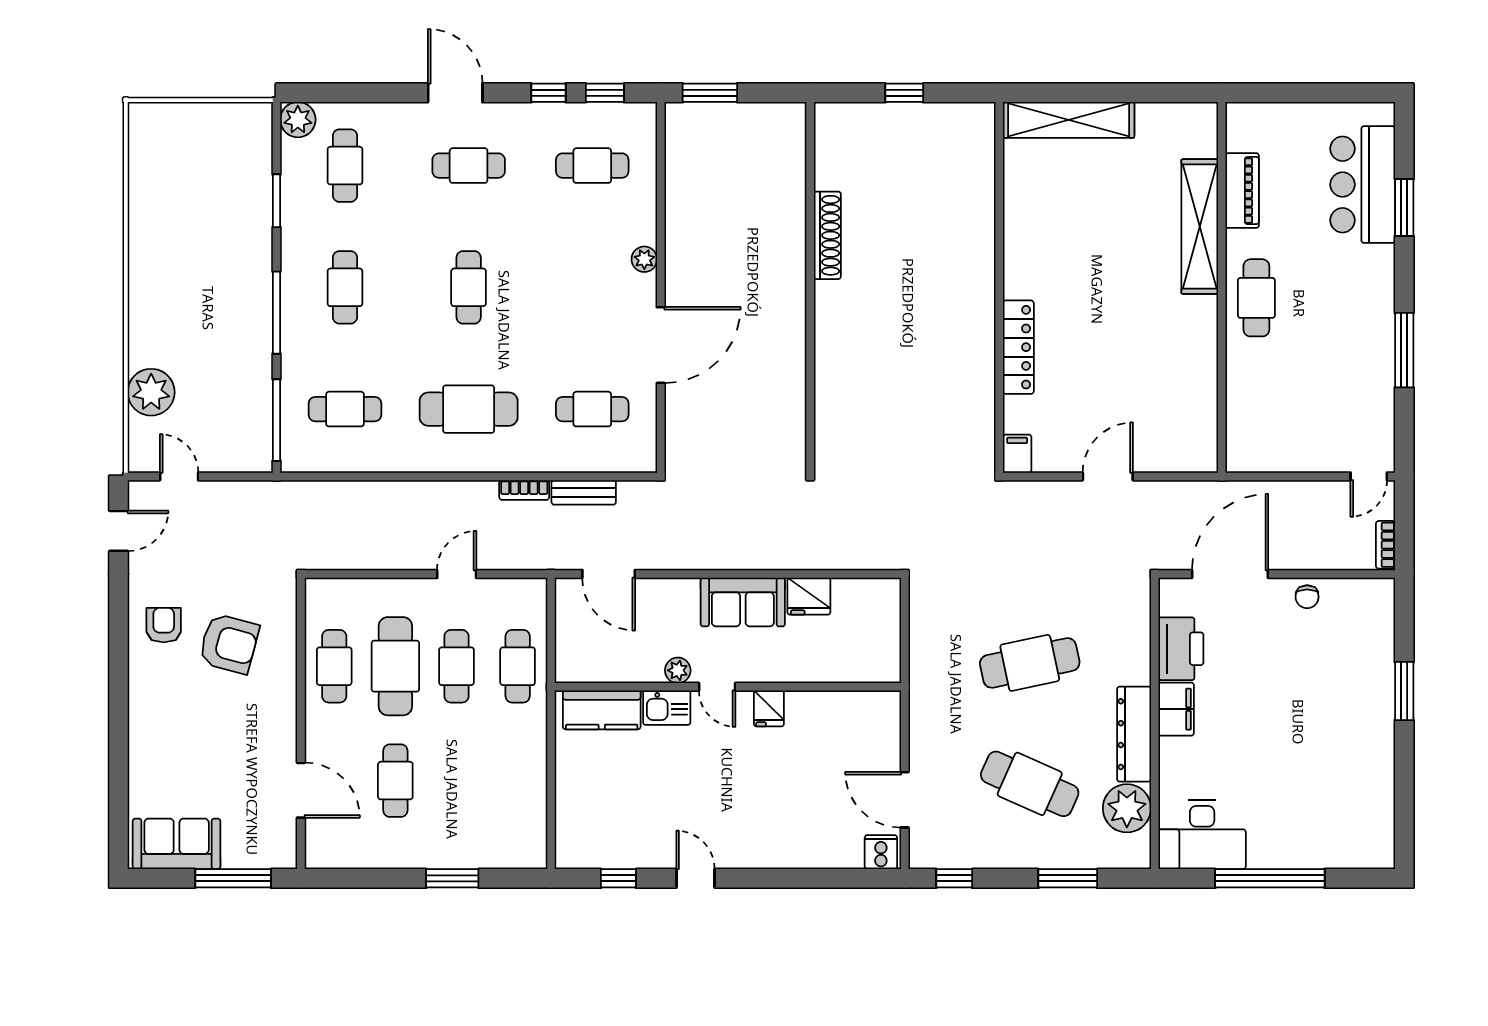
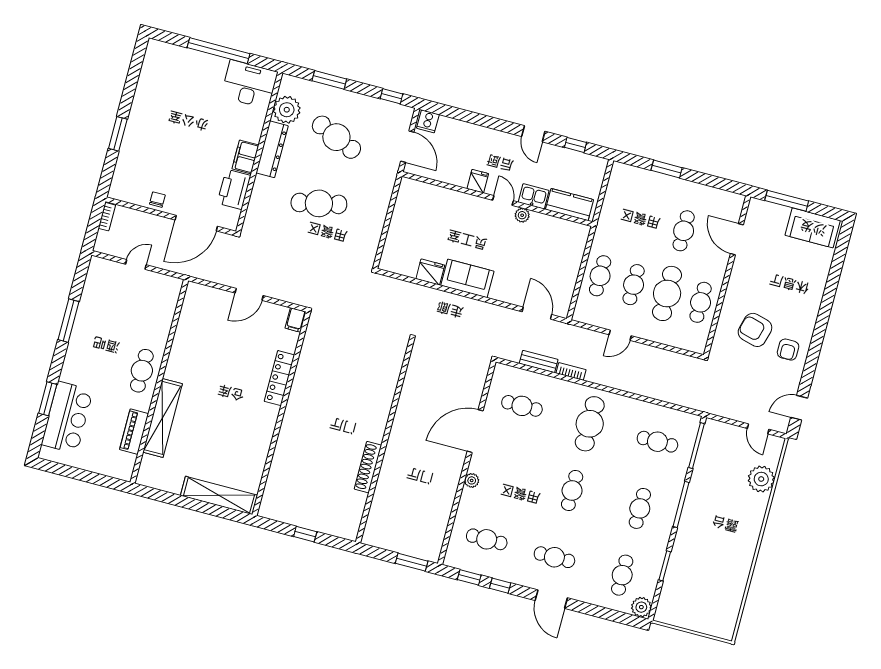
cafe table: (469, 409) -> (590, 424), turned 90
door: (1369, 476) -> (136, 264), moved
plant: (678, 670) -> (522, 215), moved
door: (717, 687) -> (503, 201), moved
wall: (728, 687) -> (497, 199), moved
kitchen sink: (667, 708) -> (534, 196), moved
fridge: (769, 708) -> (478, 181), moved
kitchen counter: (602, 710) -> (570, 205), moved

